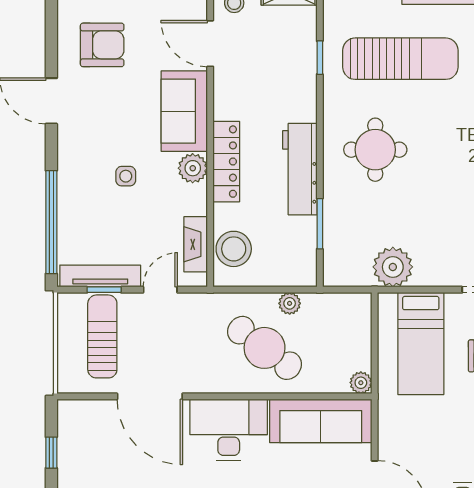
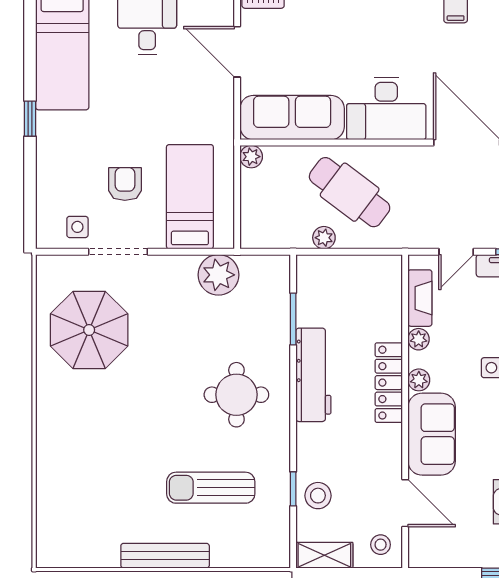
sun lounger: (400, 59) -> (211, 488), width x0.73, depth x0.75
plant: (193, 168) -> (419, 380), width x0.73, depth x0.73
plant: (197, 204) -> (419, 339), added
stool: (234, 249) -> (318, 496), moved, width x0.73, depth x0.73

